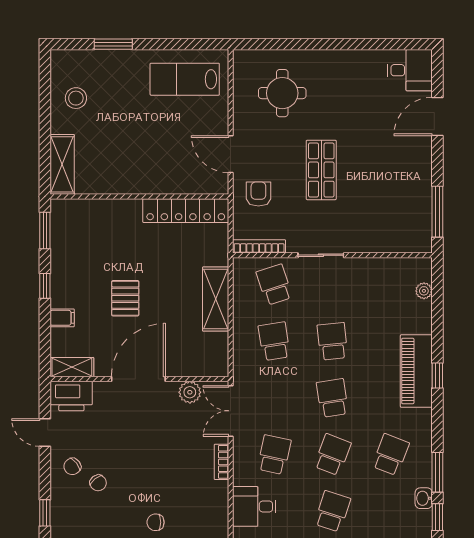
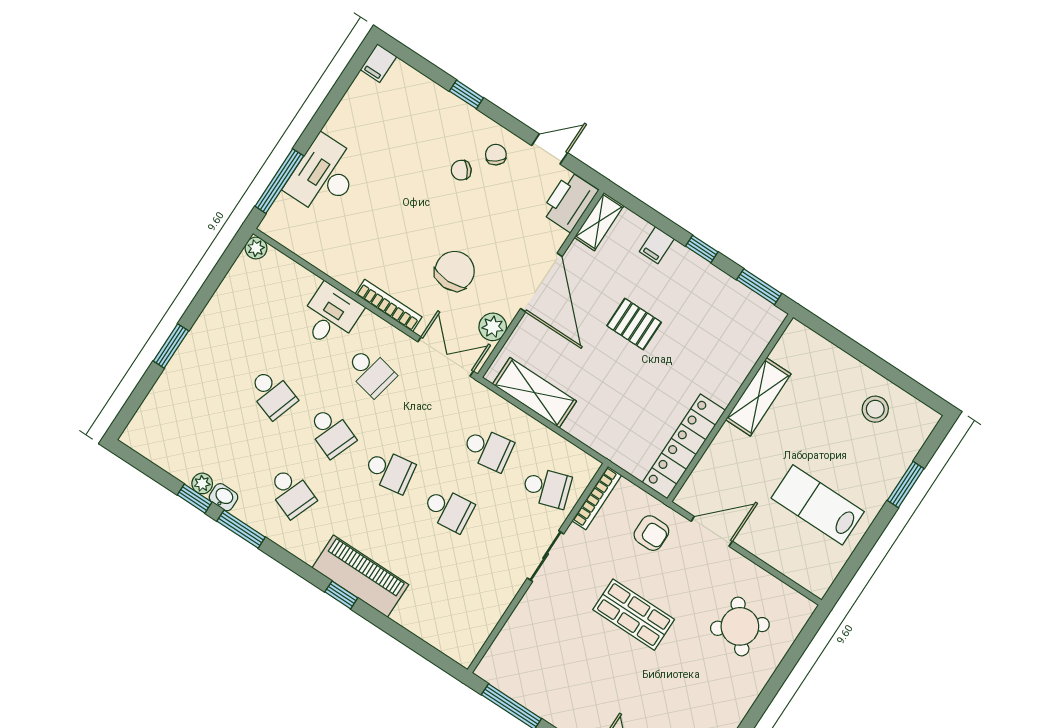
lab bench: (185, 79) -> (818, 505), moved, turned -90
round table: (282, 93) -> (740, 626), turned -38
shelving: (62, 164) -> (758, 397), moved, turned 90
plant: (424, 291) -> (202, 483), moved
shelving: (216, 299) -> (535, 393), moved
bookcase: (221, 462) -> (389, 305), width x1.56
chair: (156, 522) -> (455, 271), moved, width x1.87, depth x1.87

